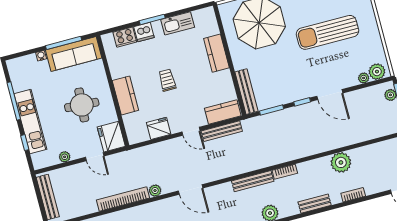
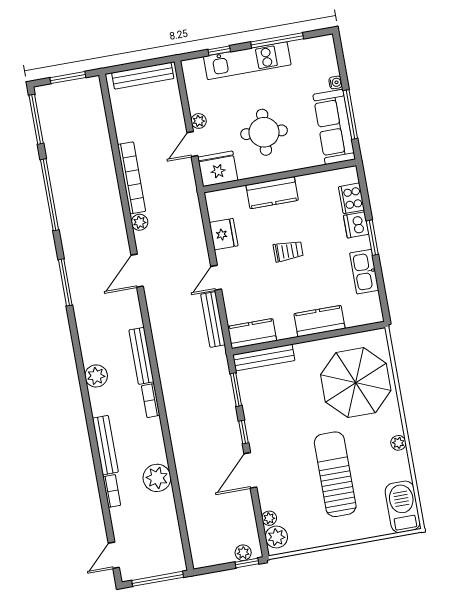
kitchen counter: (223, 112) -> (252, 334), moved, turned -90
plant: (65, 157) -> (199, 121), moved
bench: (315, 204) -> (105, 445), width x1.36

